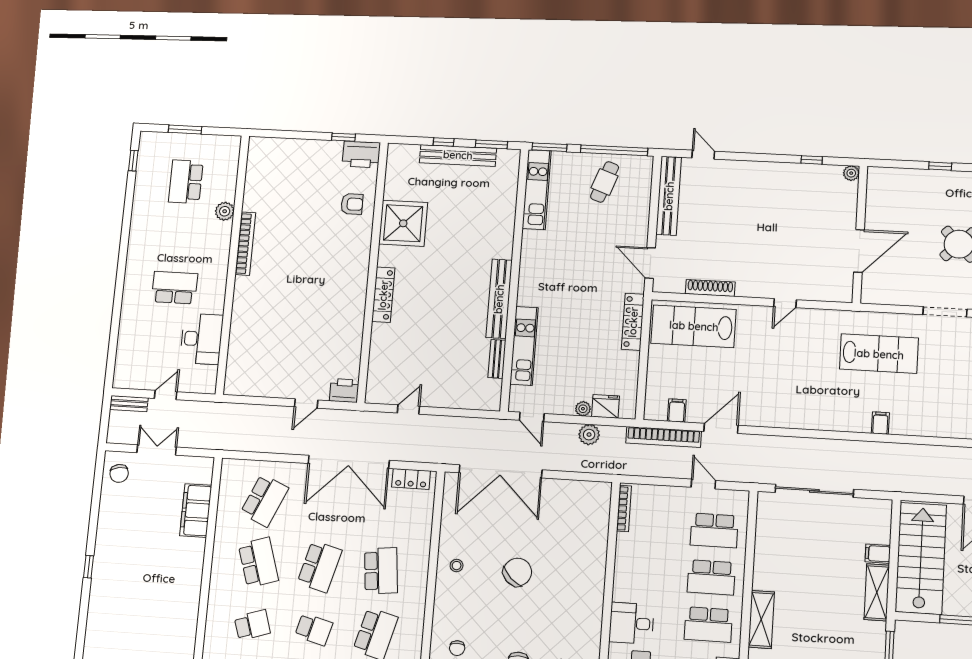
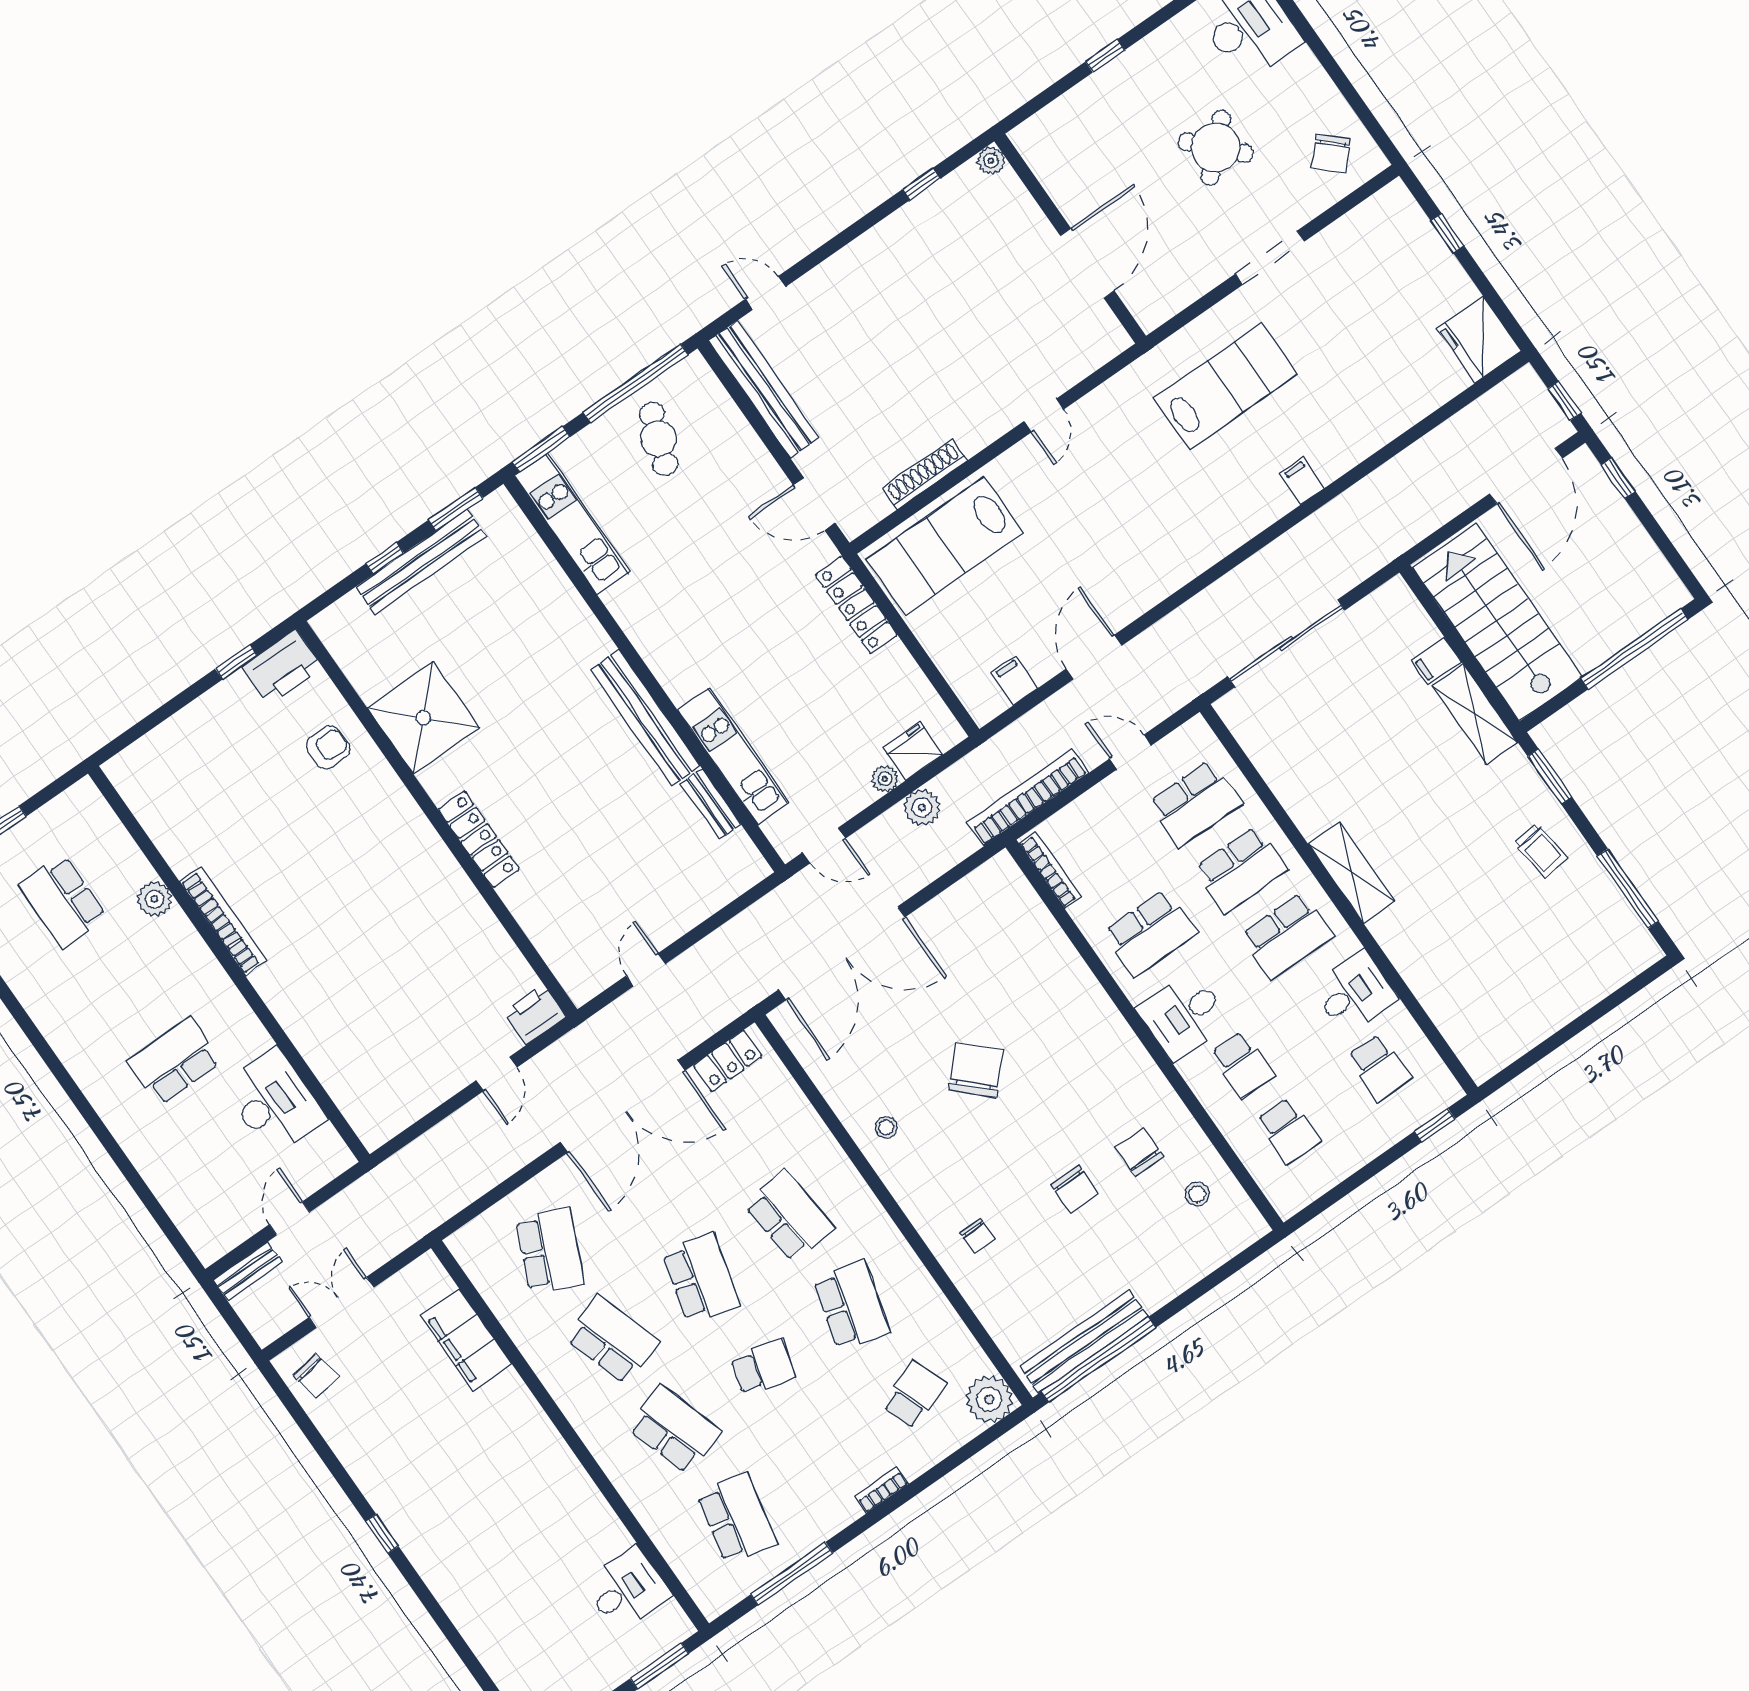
bookcase: (664, 437) -> (1028, 798), moved, turned 180
school desk: (647, 573) -> (1150, 933), added
school desk: (252, 625) -> (674, 1429), width x1.85

